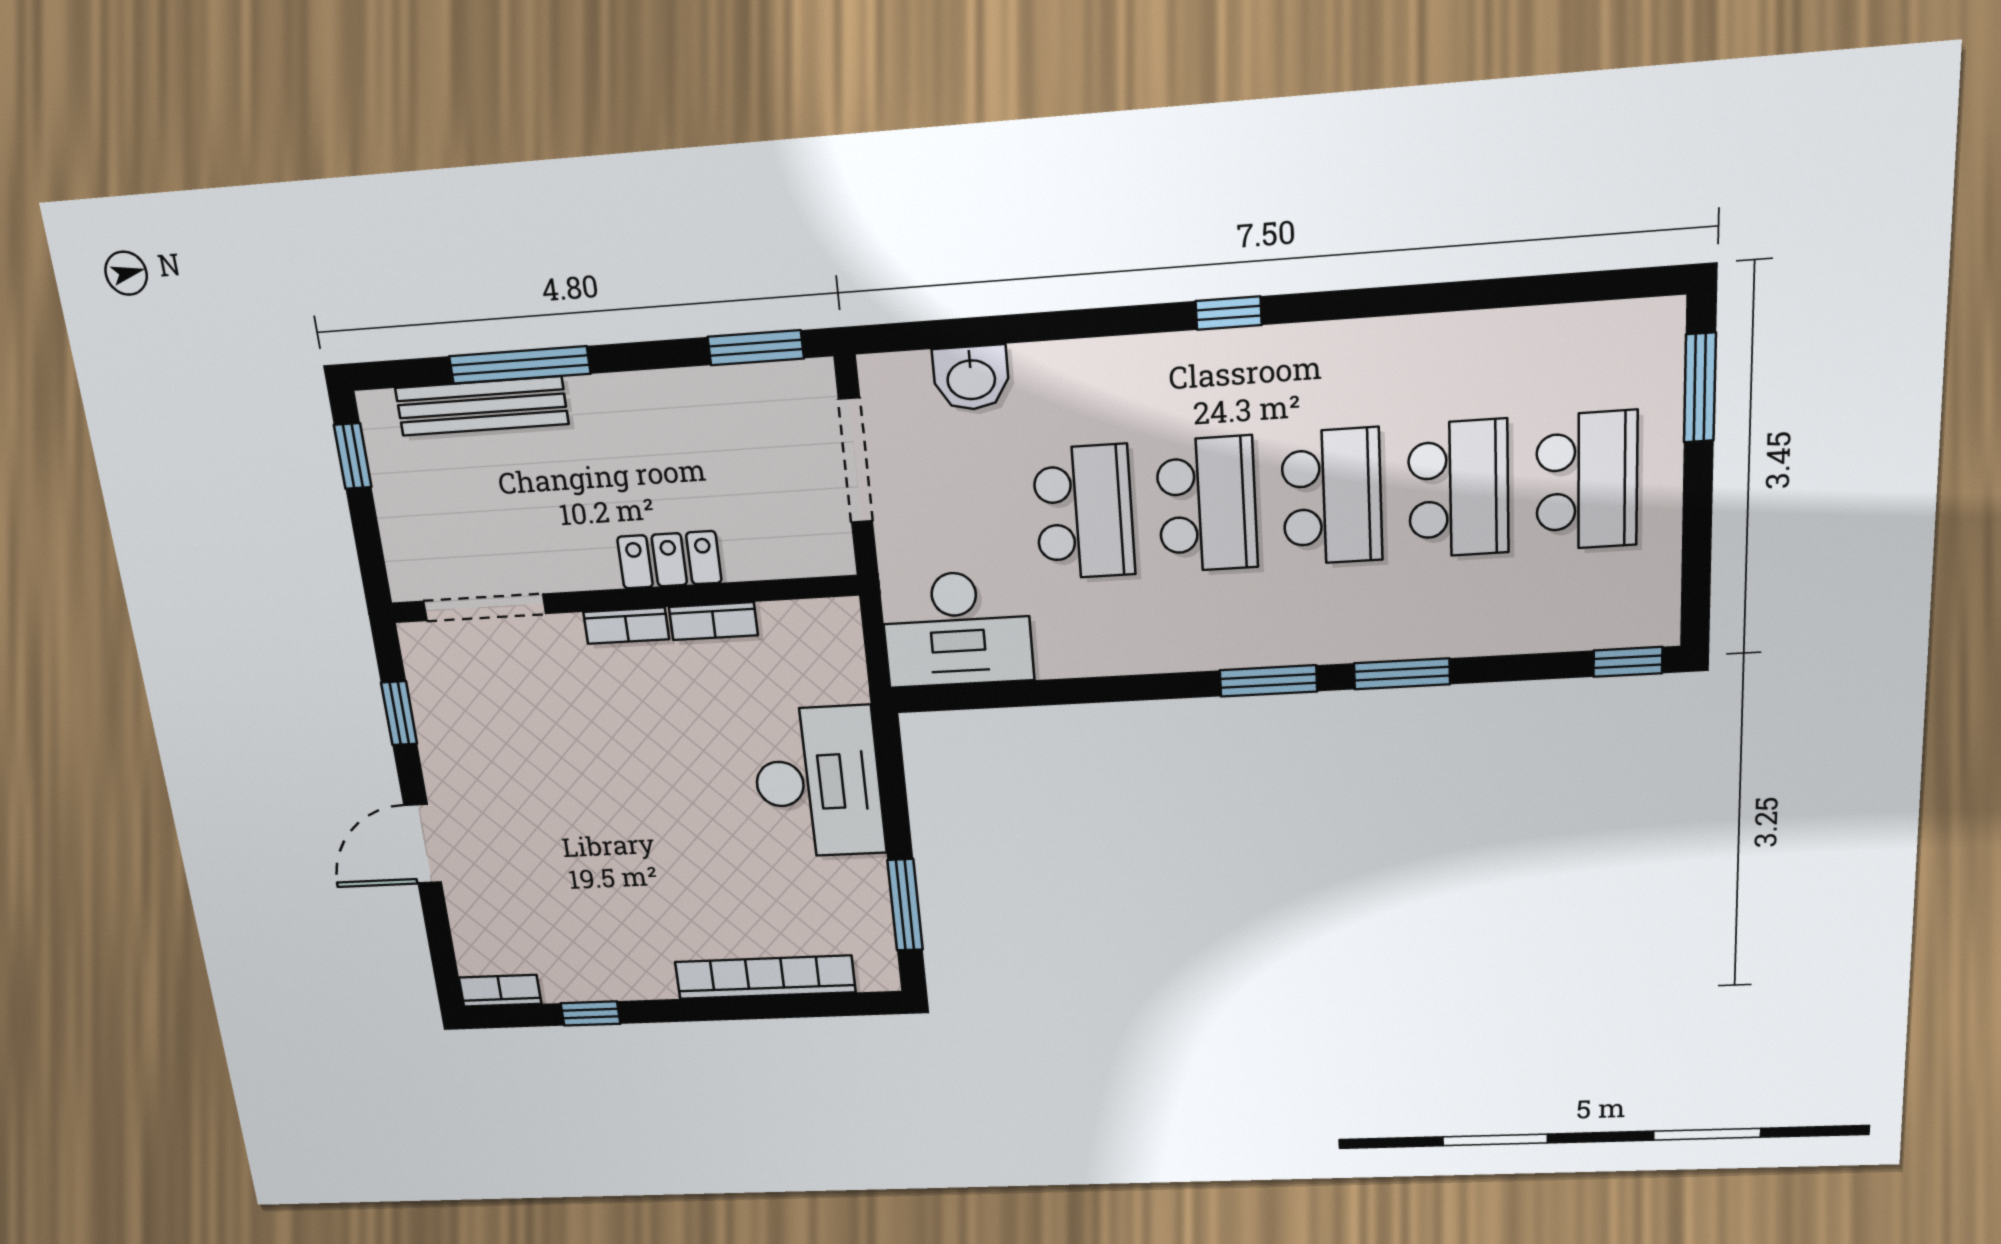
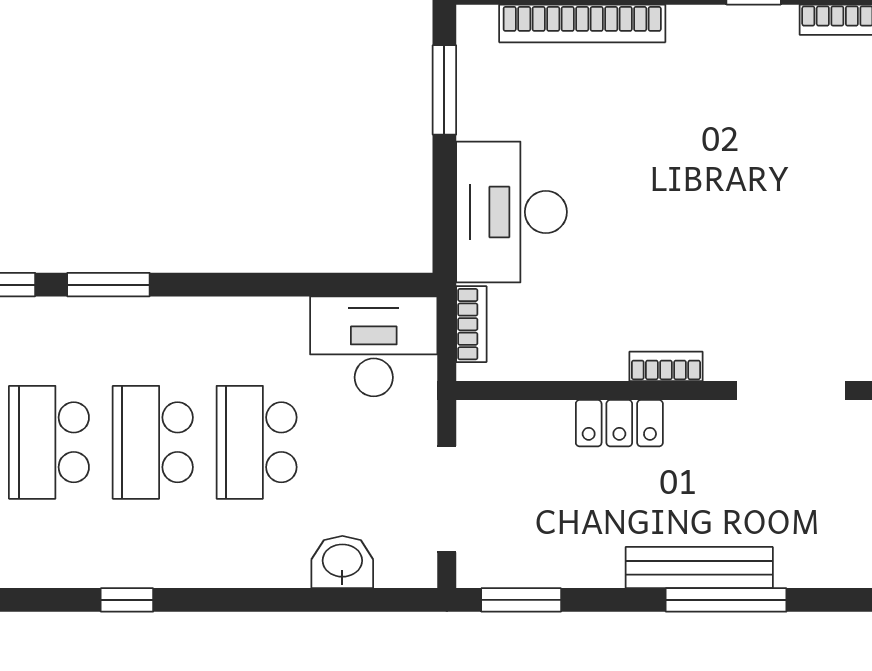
bench: (482, 406) -> (699, 568), moved
bookcase: (713, 621) -> (471, 324), moved, turned 90

